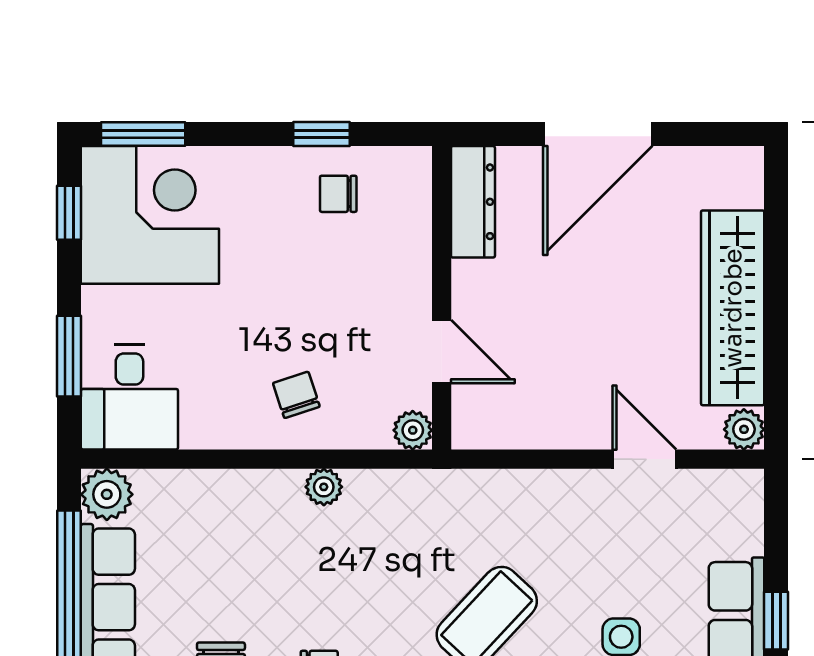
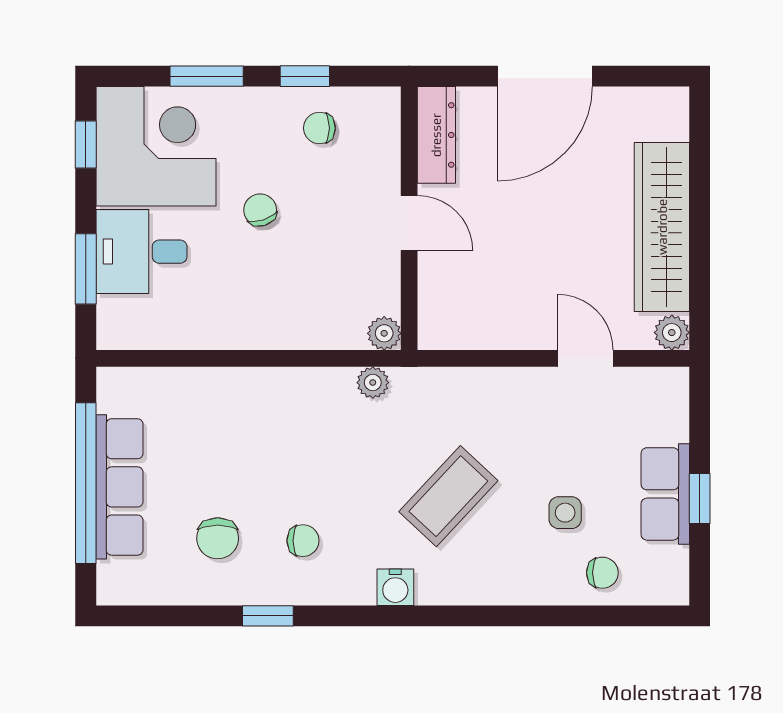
window: (143, 134) -> (207, 76), moved
door: (442, 352) -> (409, 223), moved
chair: (296, 395) -> (260, 210), moved
desk: (129, 397) -> (141, 252), moved, turned 90
plant: (324, 487) -> (373, 383), moved
plant: (107, 494) -> (118, 389), removed

